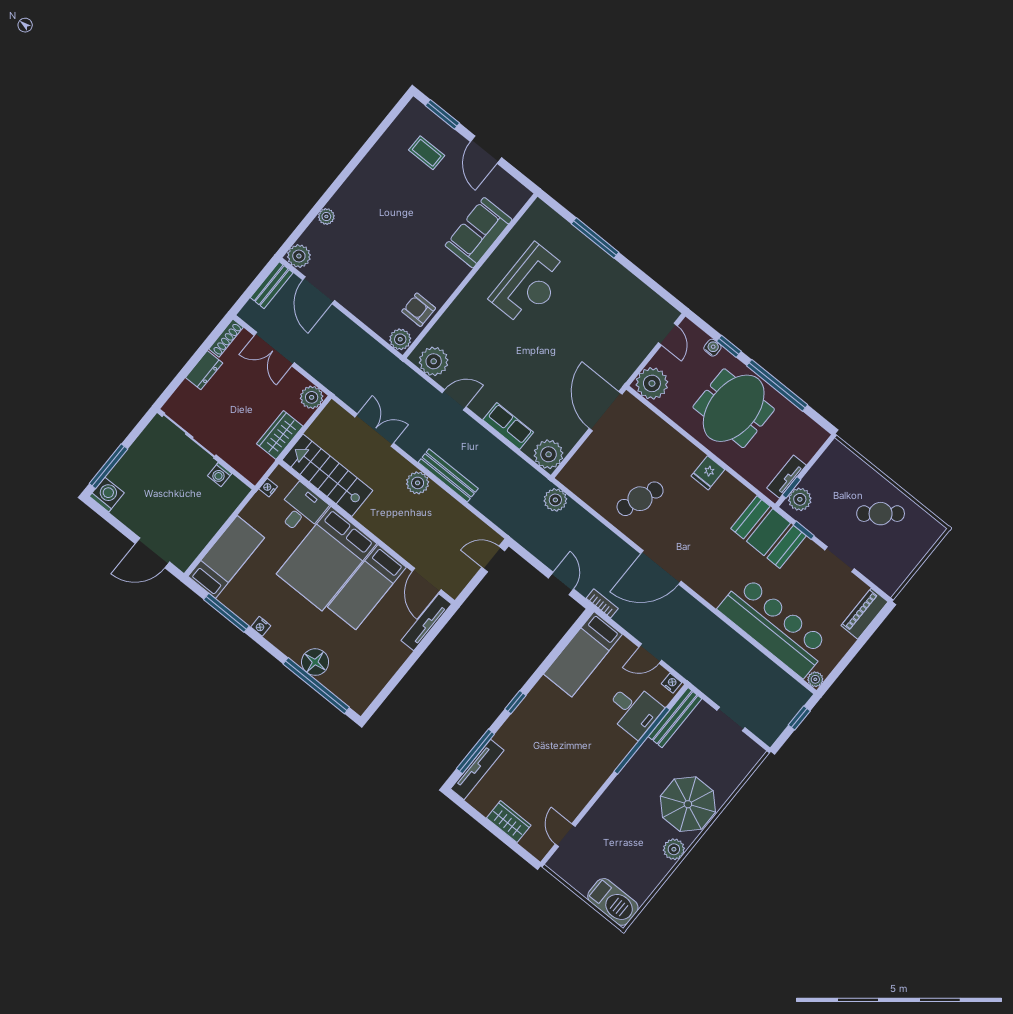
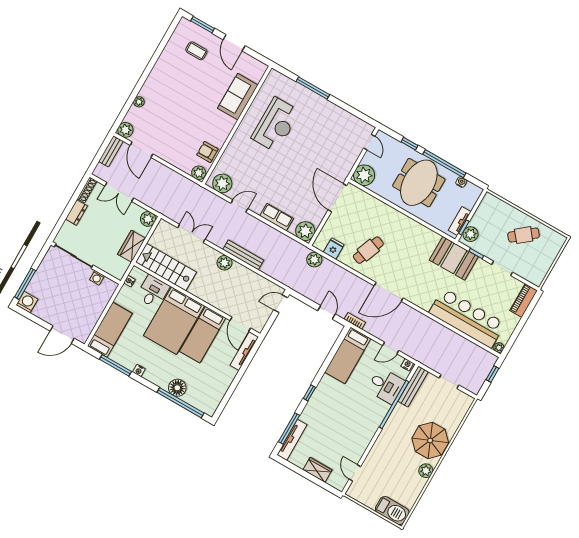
water cooler: (712, 348) -> (461, 182), moved
fridge: (708, 473) -> (334, 249), moved, turned 180

